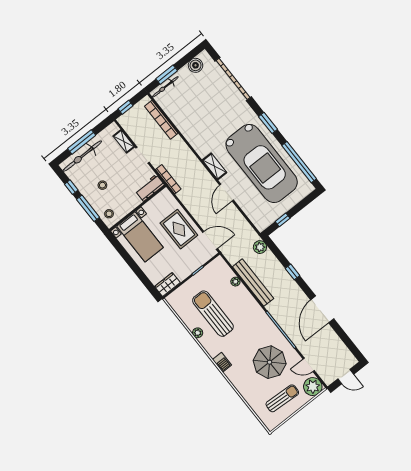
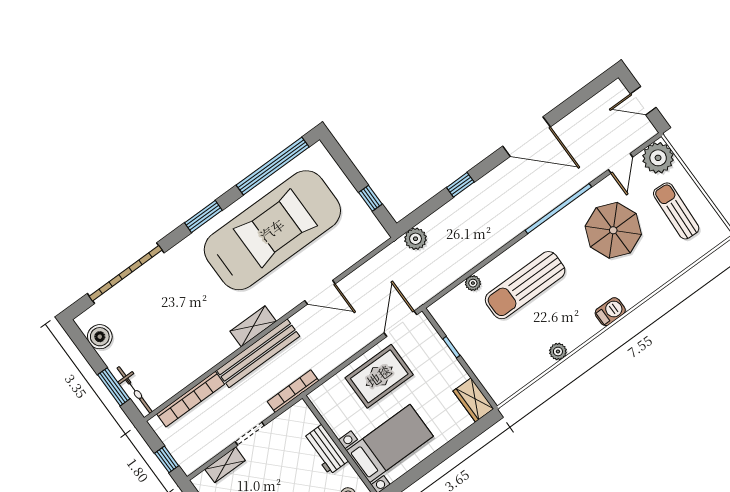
shelving: (215, 166) -> (253, 326), moved
workbench: (150, 188) -> (326, 450), moved
bench: (253, 283) -> (258, 353), moved
sun lounger: (213, 314) -> (525, 285), moved
door: (346, 377) -> (643, 101), swing flipped

